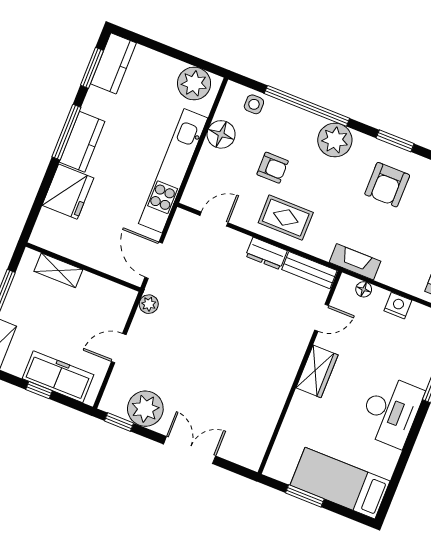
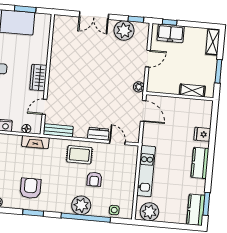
window: (66, 132) -> (210, 166), removed
floor lamp: (221, 134) -> (127, 189), removed
plant: (335, 140) -> (81, 205), moved
armchair: (273, 168) -> (94, 179), turned -90
kitchen unit: (173, 171) -> (146, 171), width x0.73
fridge: (68, 192) -> (202, 134), width x0.53, depth x0.75
door: (214, 219) -> (117, 143), swing flipped
dresser: (266, 253) -> (98, 134), moved
freezer: (58, 377) -> (171, 33), width x0.71
window: (39, 390) -> (170, 22), moved

